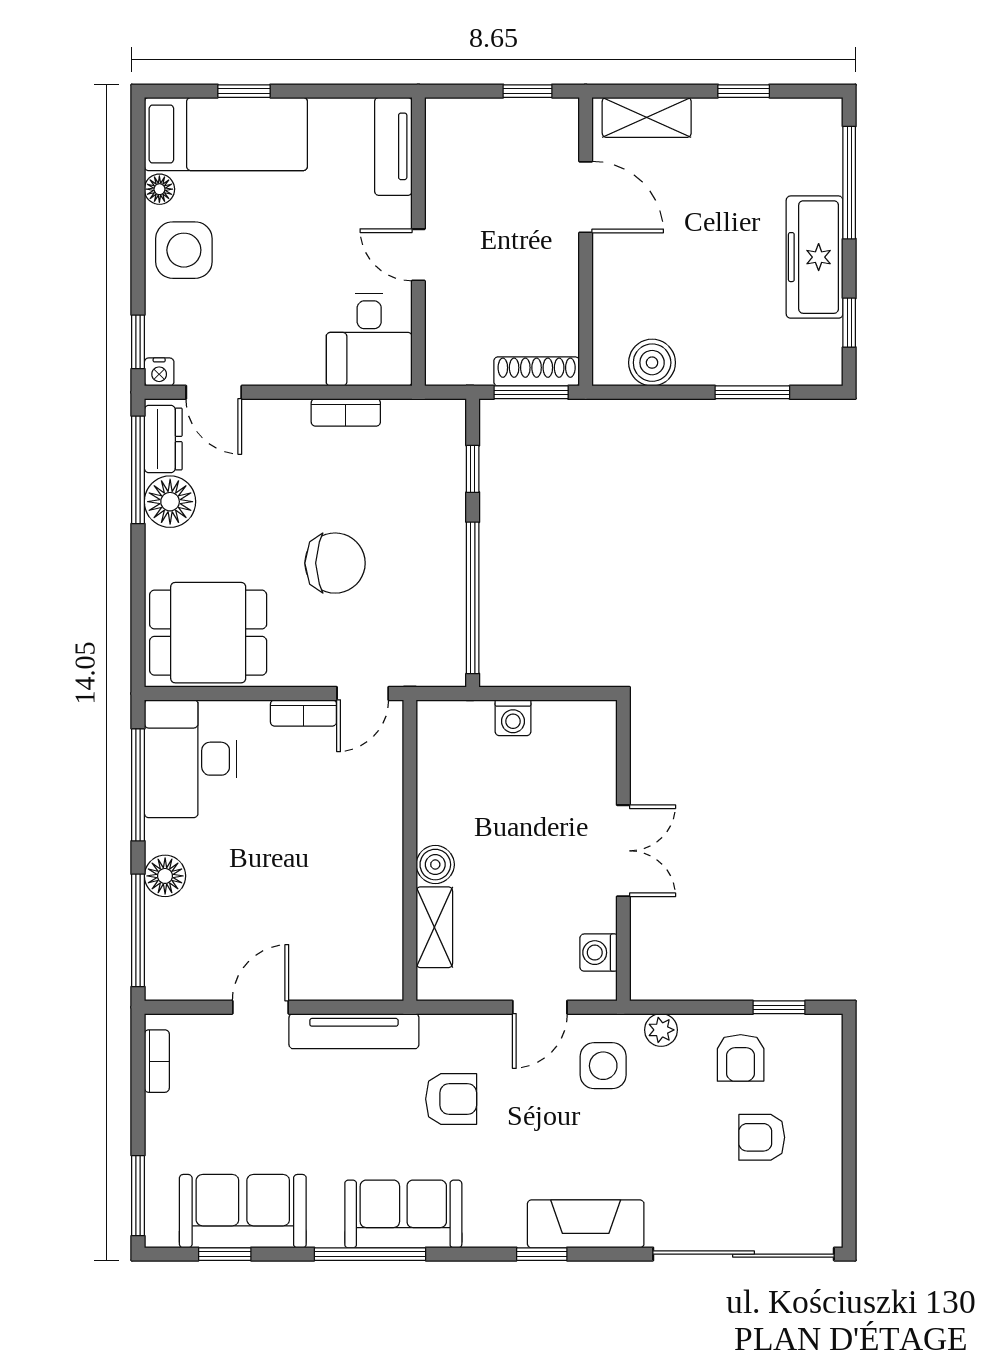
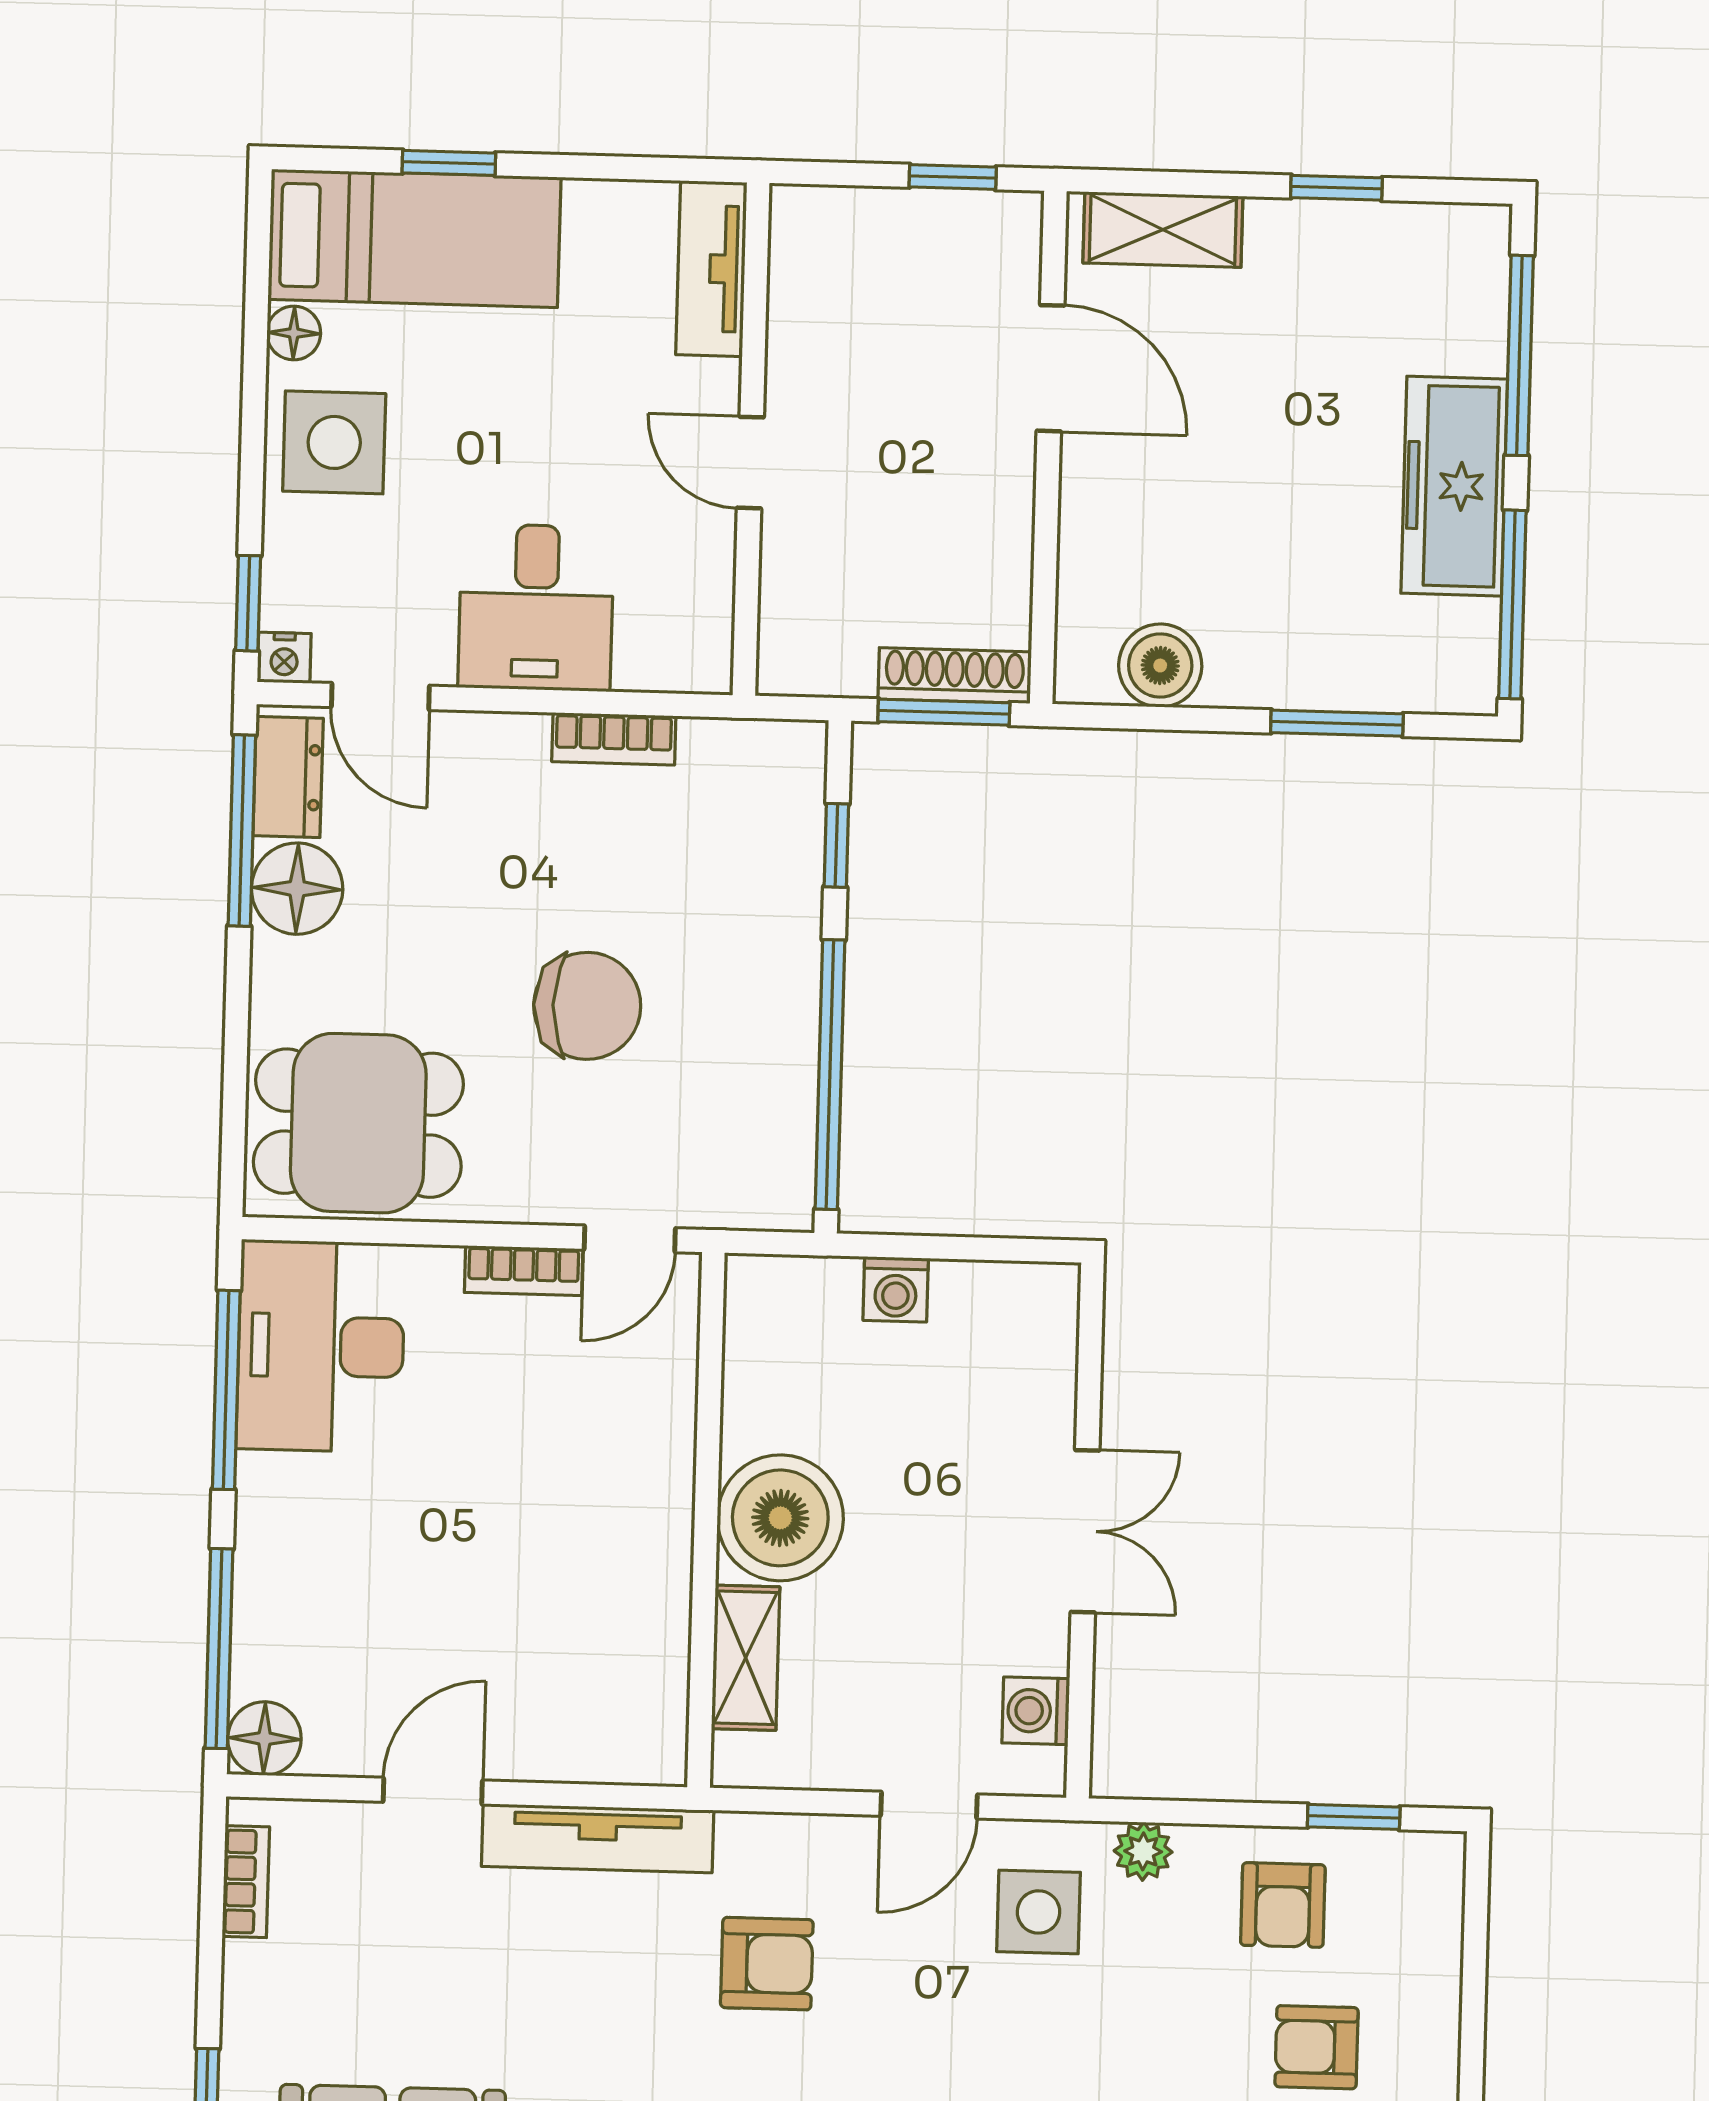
window: (849, 323) -> (1512, 604), width x2.17
desk: (369, 340) -> (536, 607), moved
boiler: (435, 865) -> (780, 1518), width x1.86, depth x1.86
floor lamp: (165, 876) -> (264, 1739), moved

